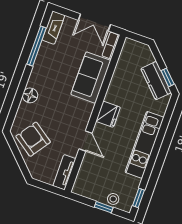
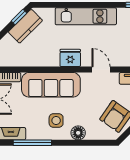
side table: (50, 78) -> (56, 121), added
sofa: (91, 78) -> (51, 85), width x1.36
door: (85, 141) -> (101, 70), hinge flipped

